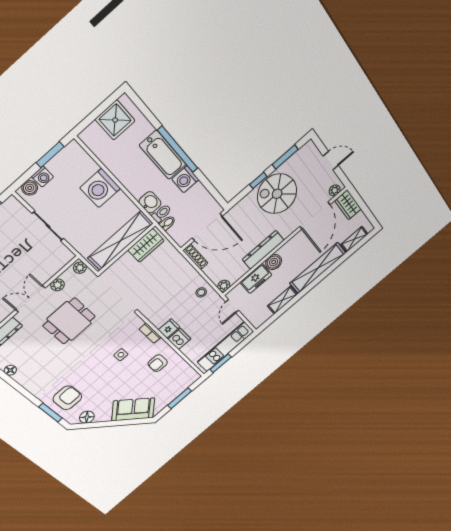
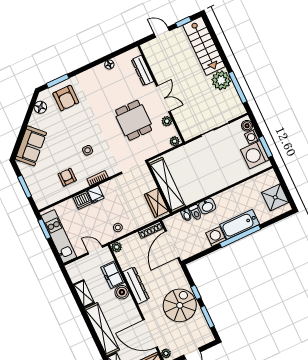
washing machine: (100, 188) -> (255, 155), moved, turned -90
shelving: (120, 241) -> (167, 185), moved
wardrobe: (146, 245) -> (156, 203), moved
wall: (127, 249) -> (159, 188), moved

